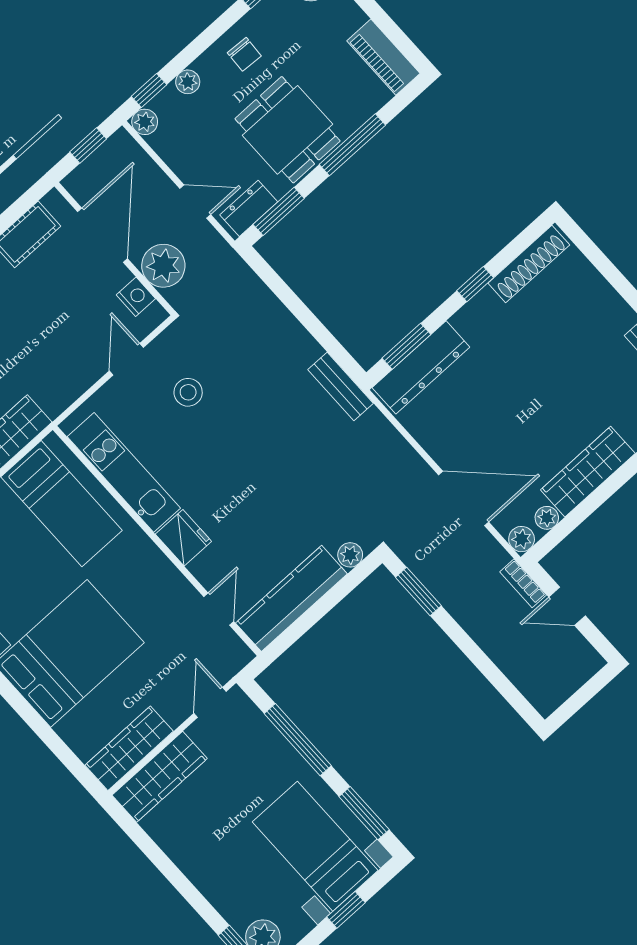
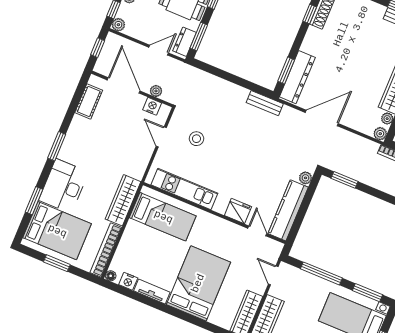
plant: (163, 266) -> (156, 91), width x0.53, depth x0.53
window: (475, 284) -> (310, 14), moved
door: (464, 498) -> (322, 118), moved
fridge: (183, 538) -> (238, 211), moved

